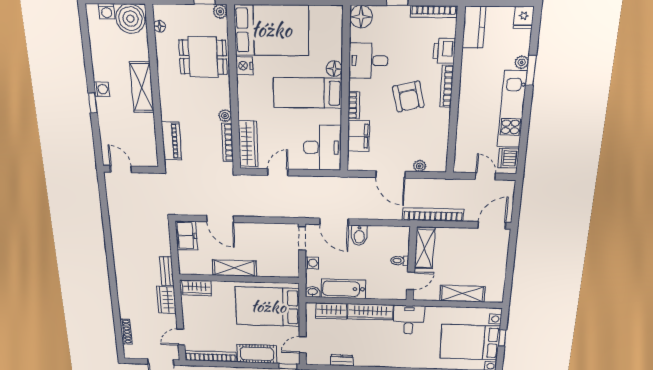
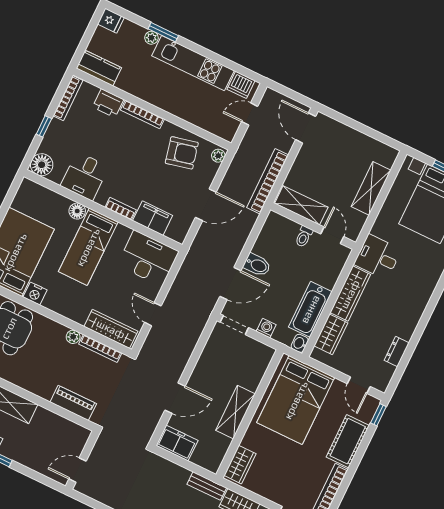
armchair: (408, 97) -> (182, 153), moved
plant: (420, 166) -> (218, 156), moved

